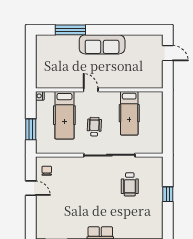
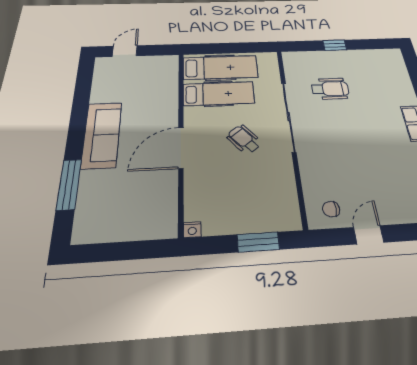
door: (91, 90) -> (181, 148), width x1.87
hospital bed: (64, 115) -> (220, 67), moved
wheelchair: (94, 127) -> (244, 139), turned 48

